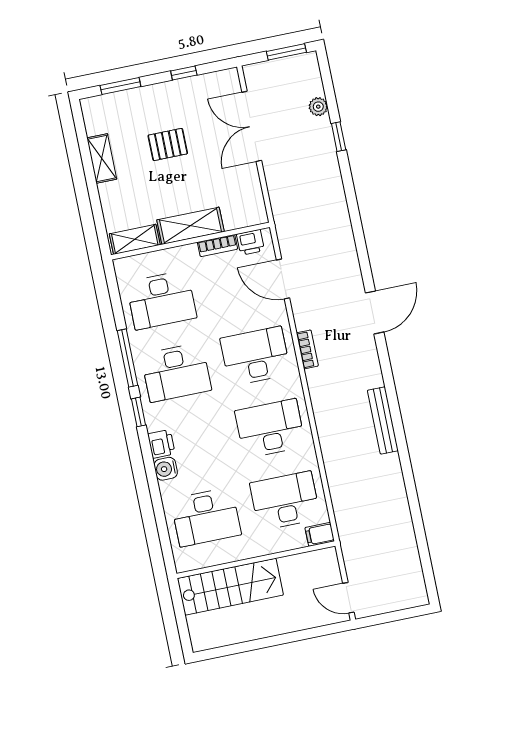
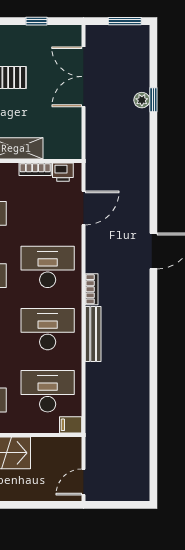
plant: (318, 107) -> (142, 100), moved
door: (283, 279) -> (84, 208), swing flipped
bookcase: (307, 349) -> (92, 289), moved
bench: (383, 420) -> (93, 334), moved
door: (348, 598) -> (84, 482), hinge flipped

